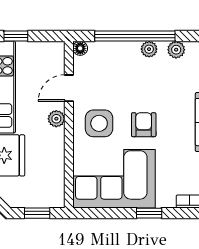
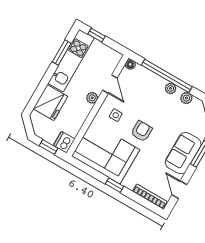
door: (69, 88) -> (110, 84), swing flipped
side table: (99, 123) -> (116, 115), width x0.54, depth x0.54
dishwasher: (53, 196) -> (64, 142), added

